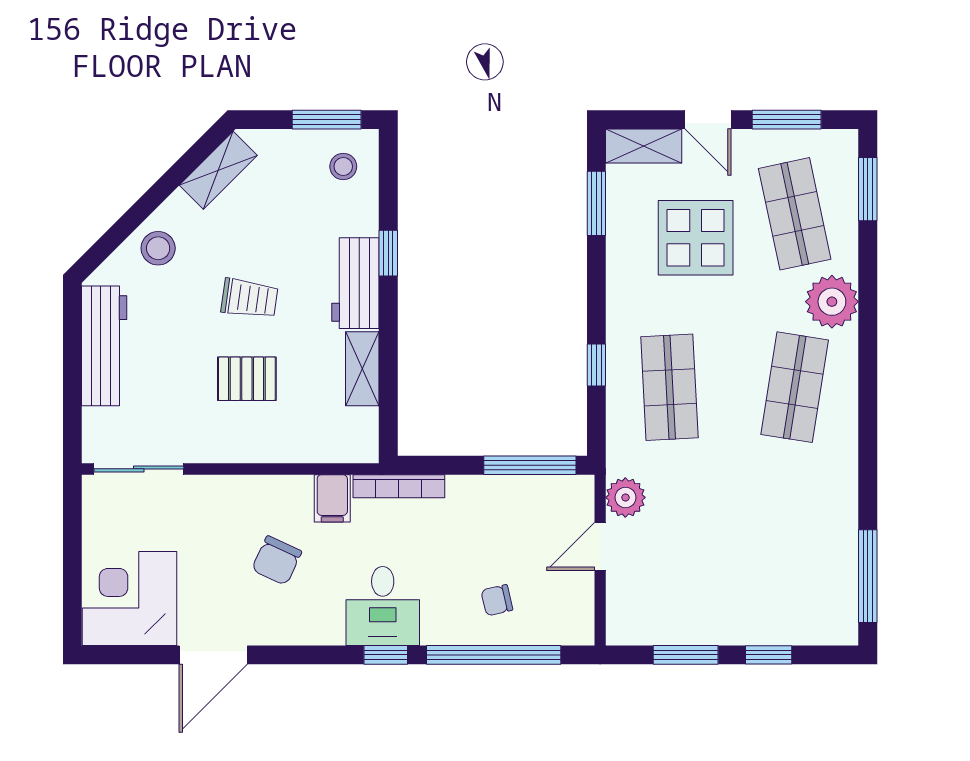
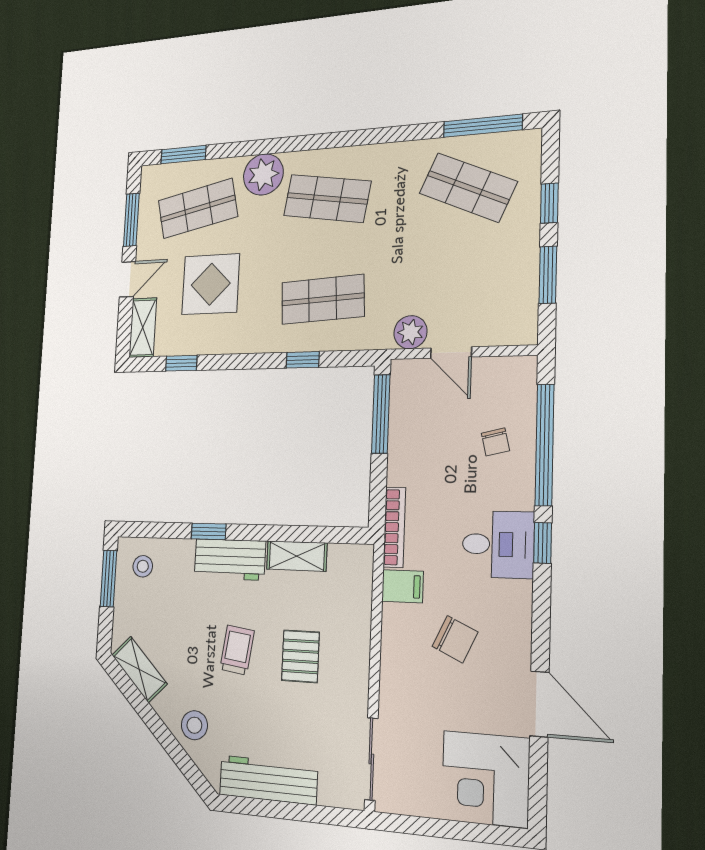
window: (596, 203) -> (181, 363), width x0.67
shop shelf: (795, 561) -> (468, 187), added

